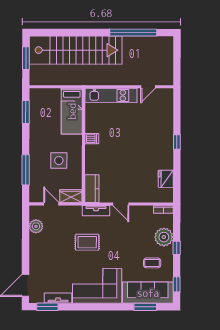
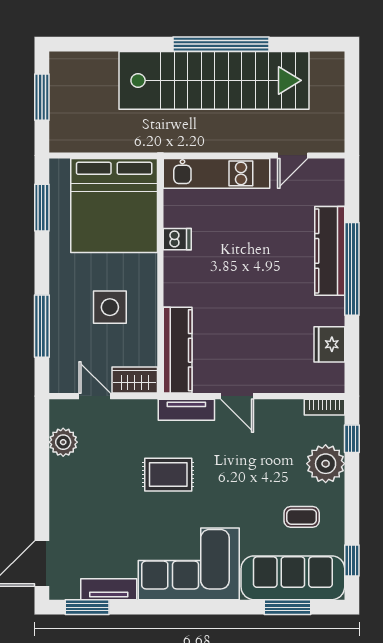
window: (133, 33) -> (221, 44), moved
stairs: (76, 50) -> (214, 80), moved
bed: (72, 111) -> (114, 206), width x2.04
kitchen counter: (166, 133) -> (330, 251), added
dishwasher: (92, 139) -> (177, 239), moved
window: (177, 142) -> (352, 269), width x3.17
kitchen counter: (92, 189) -> (178, 350), width x1.50
window: (177, 248) -> (352, 439), moved

